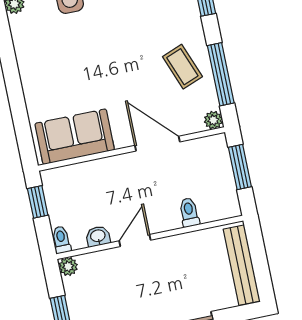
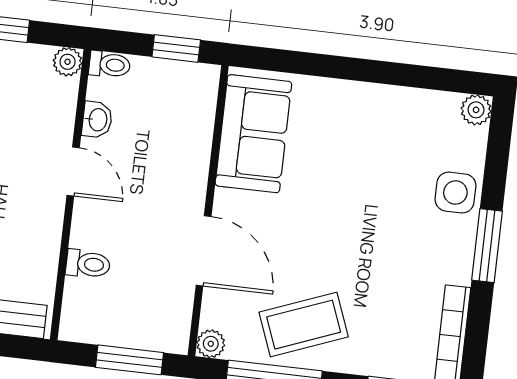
coffee table: (182, 67) -> (304, 325), width x1.36, depth x1.30
door: (157, 144) -> (204, 251), hinge flipped

